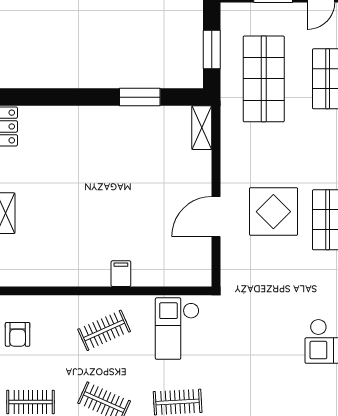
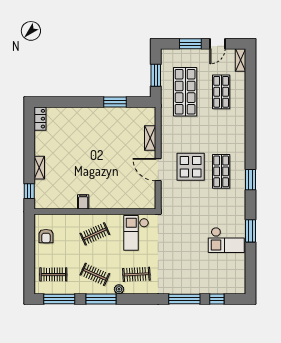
shelving: (202, 128) -> (150, 138), moved
door: (216, 217) -> (158, 170), hinge flipped
filing cabinet: (121, 274) -> (83, 202), moved

